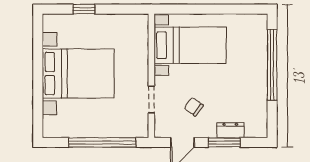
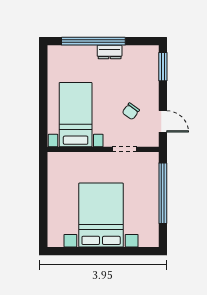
window: (84, 9) -> (43, 210), removed
dresser: (230, 130) -> (110, 52), moved, turned -90
window: (224, 142) -> (163, 67), moved

